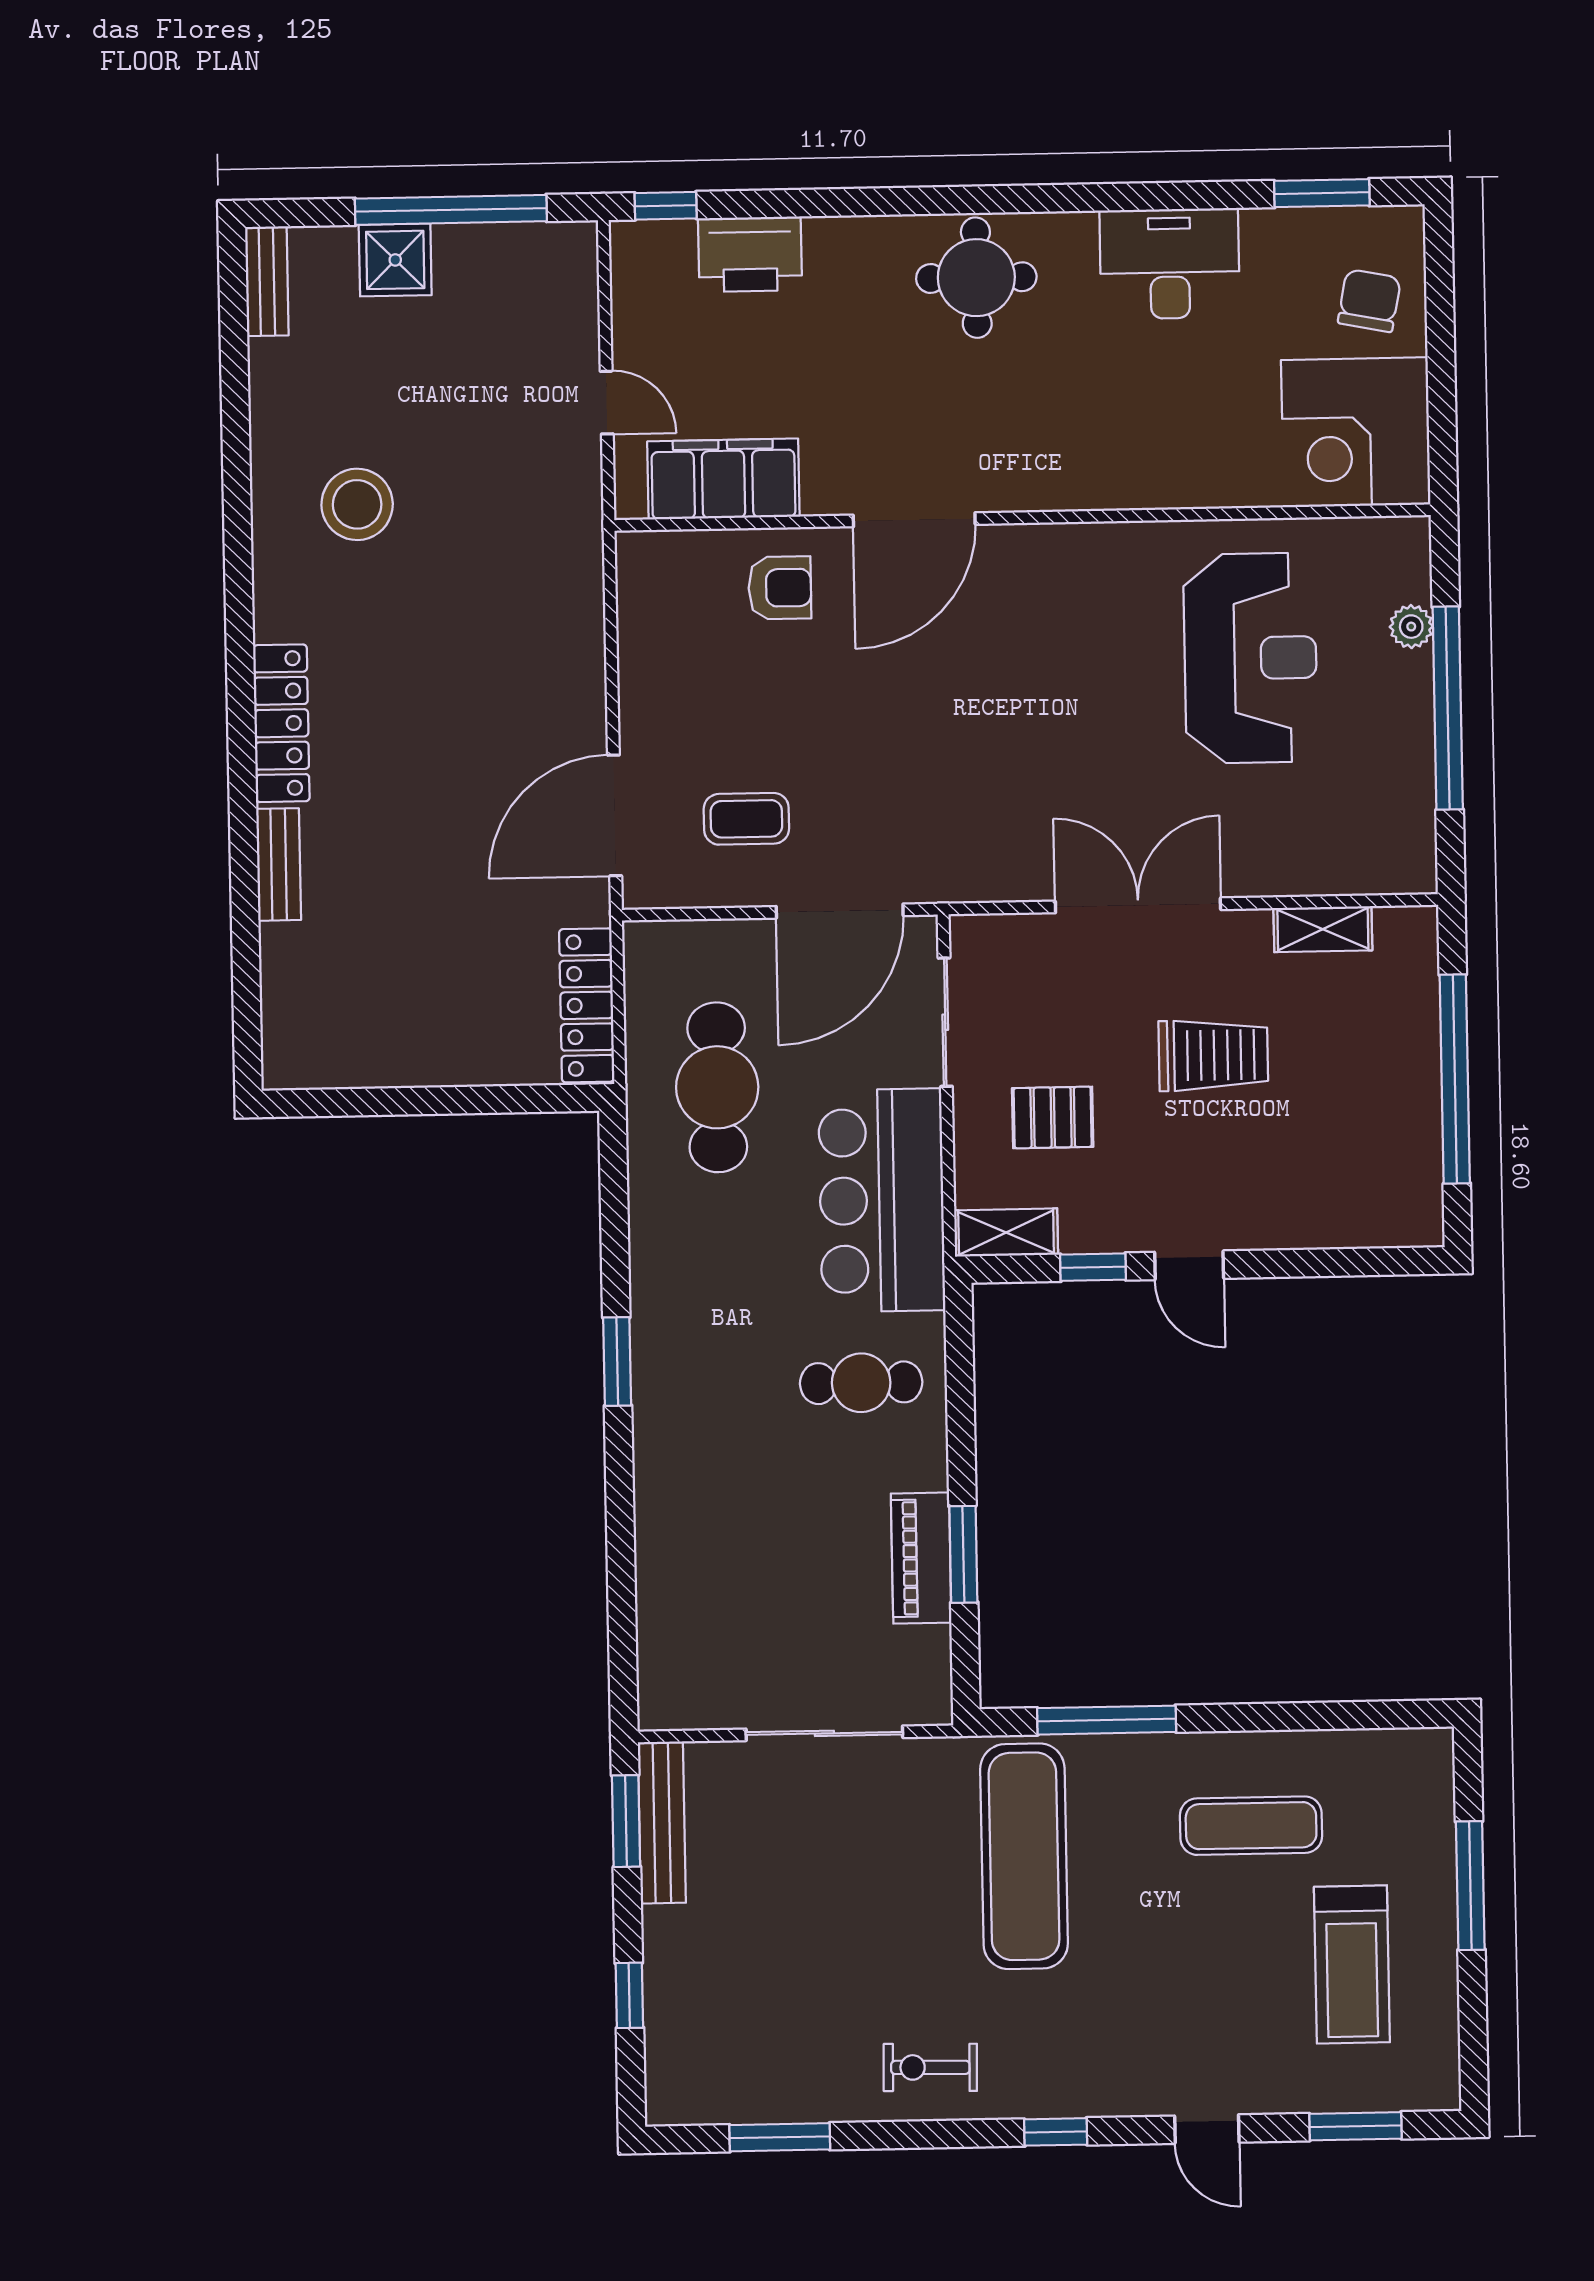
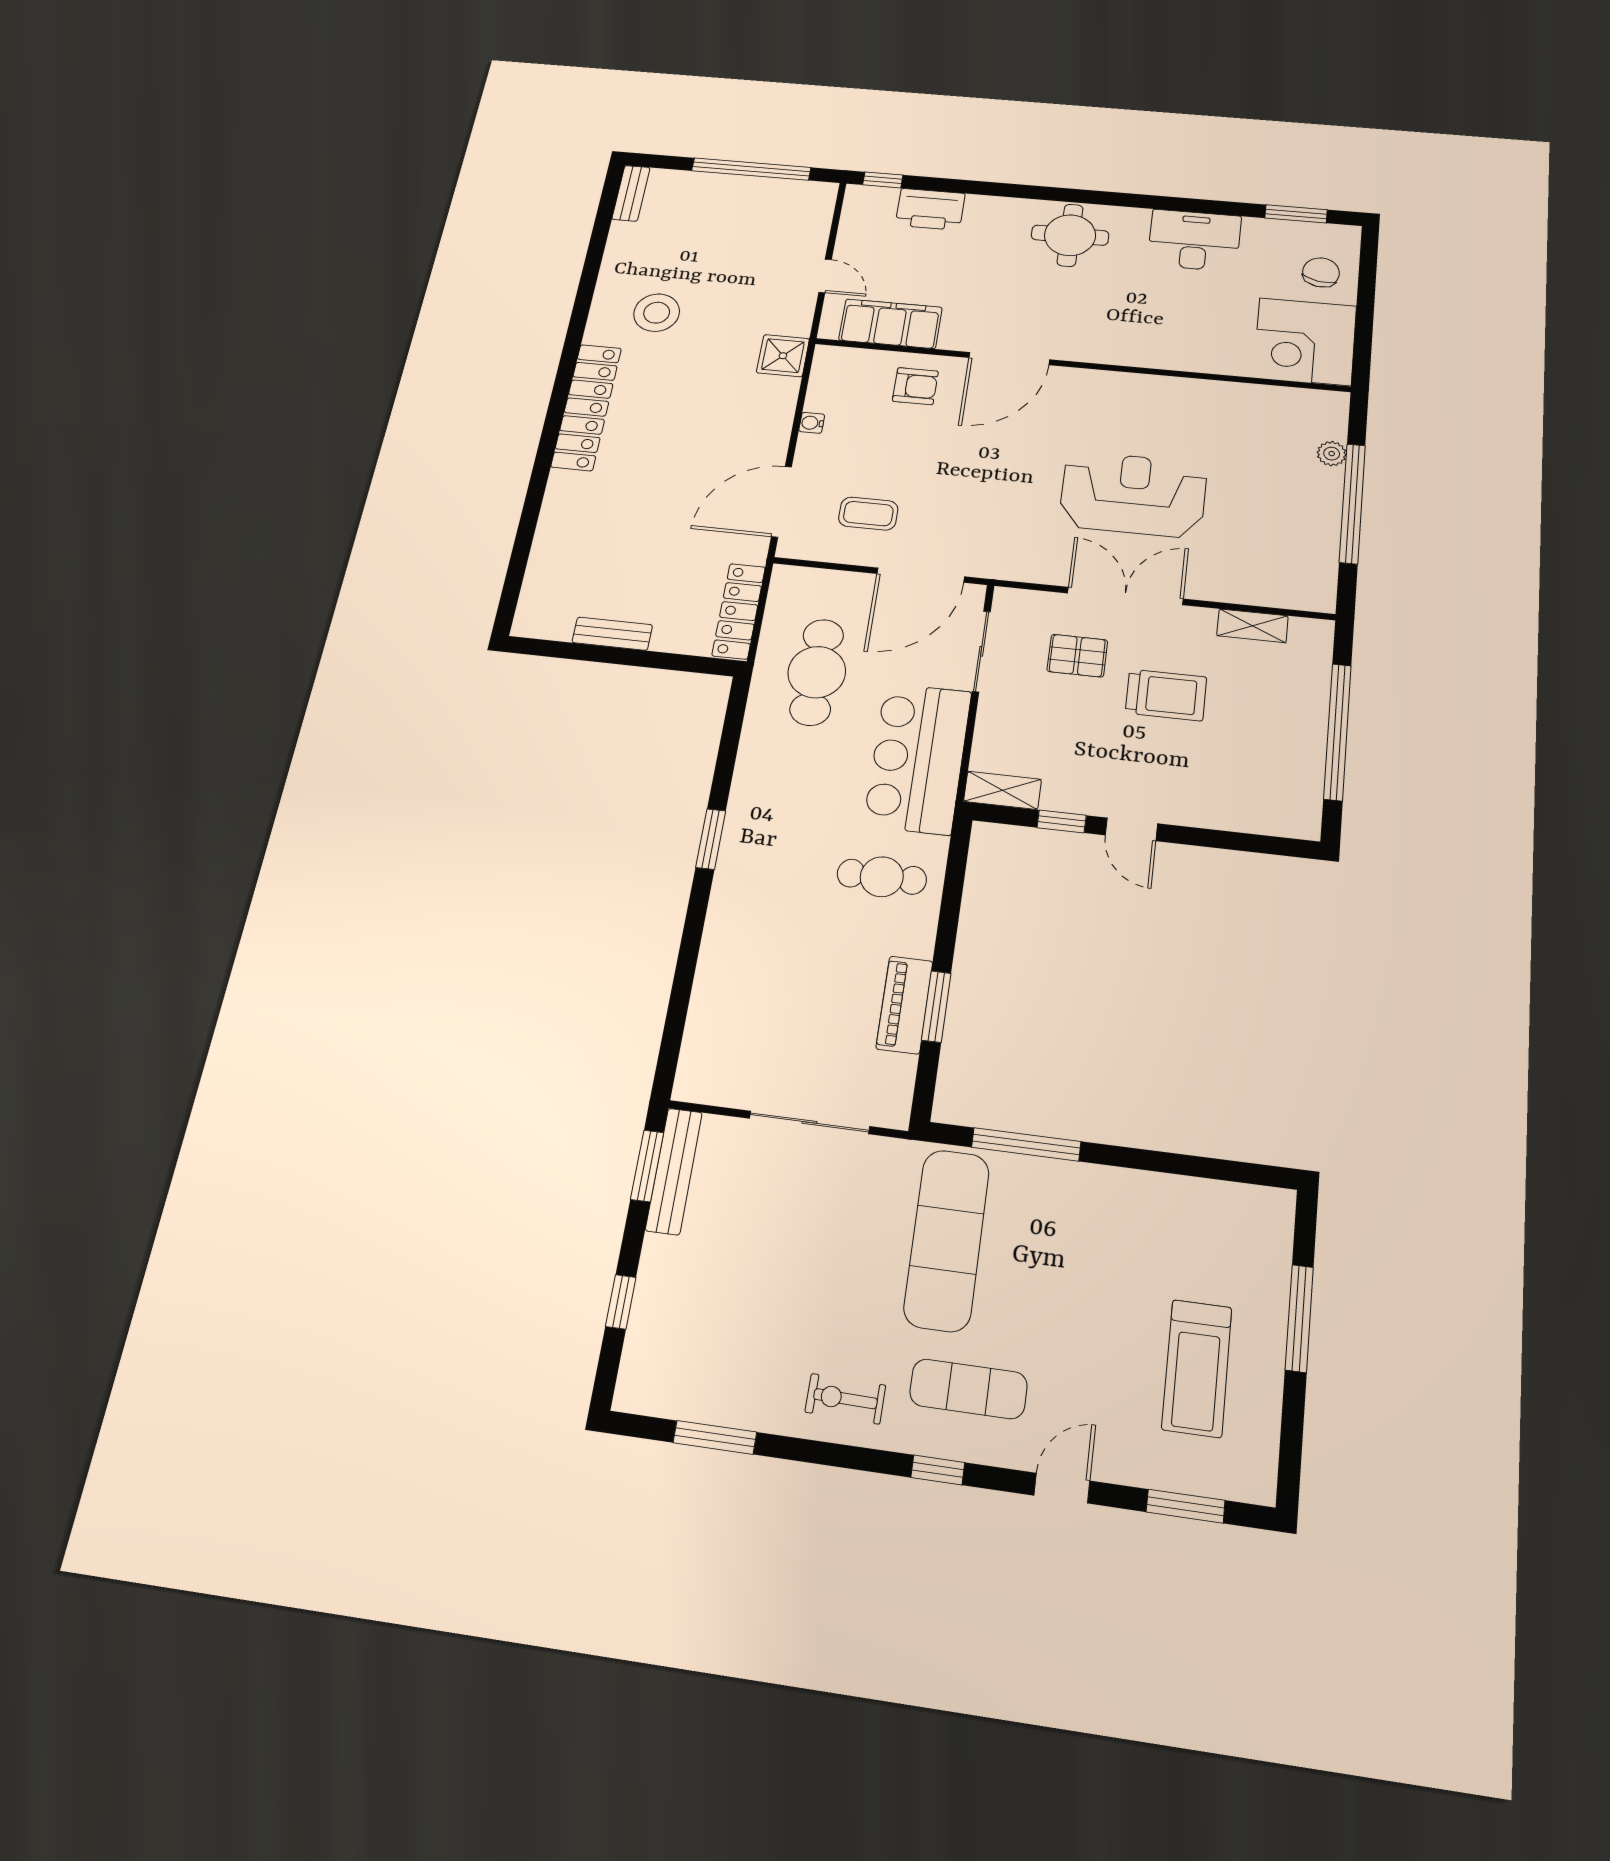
shower: (395, 260) -> (783, 356), moved
reception desk: (1250, 658) -> (1133, 494), moved, turned -90
water cooler: (635, 673) -> (812, 423), added
locker: (281, 723) -> (586, 407), width x1.41, depth x1.21
bench: (279, 864) -> (612, 634), moved, turned 90
pallet: (1053, 1117) -> (1077, 656), moved
exercise mat: (1251, 1826) -> (968, 1389), moved
door: (1207, 2129) -> (1062, 1488), swing flipped

